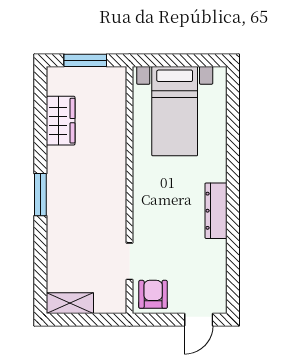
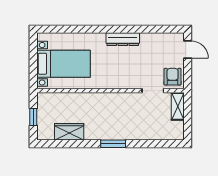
window: (85, 60) -> (33, 117), width x0.67
armchair: (153, 294) -> (173, 77), turned 90
shelving: (70, 303) -> (178, 106), moved

